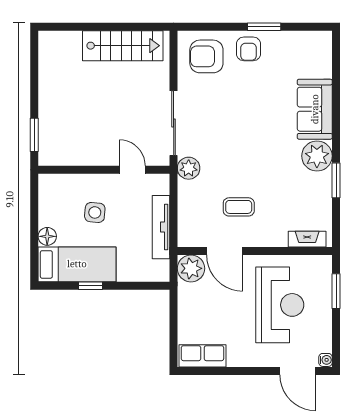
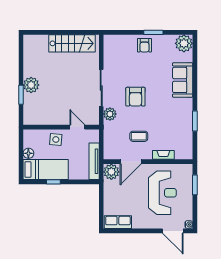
armchair: (206, 56) -> (135, 97), moved, turned -90
plant: (52, 118) -> (31, 85), added
plant: (317, 156) -> (184, 43), moved
wall: (104, 170) -> (61, 127), moved
door: (132, 170) -> (77, 127), moved
tv unit: (161, 227) -> (94, 161), moved
fireplace: (307, 239) -> (163, 155), moved
door: (225, 251) -> (131, 162), hinge flipped

